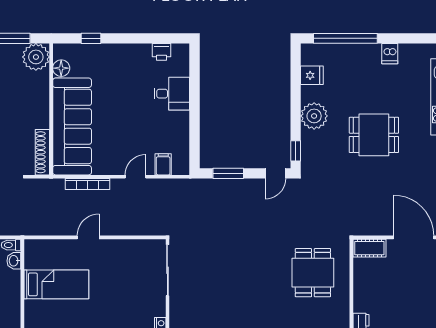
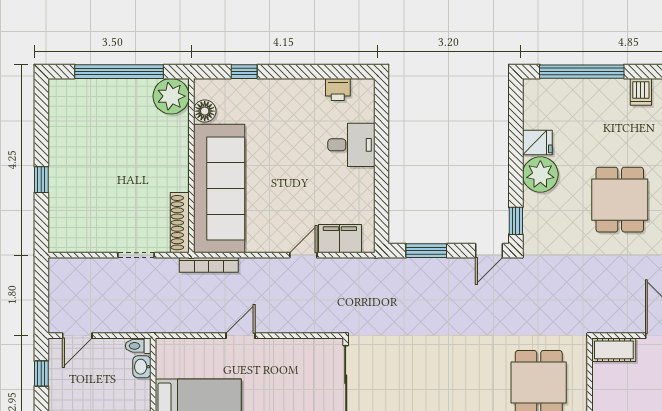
fridge: (312, 75) -> (537, 143), moved
dining table: (374, 135) -> (620, 200), turned 90
filing cabinet: (163, 164) -> (340, 239), width x2.00
bookcase: (88, 184) -> (209, 265), moved

